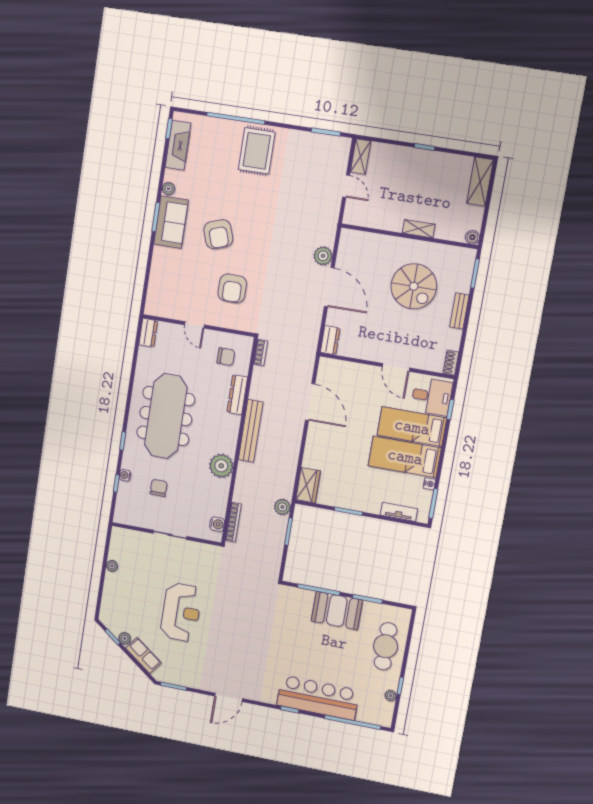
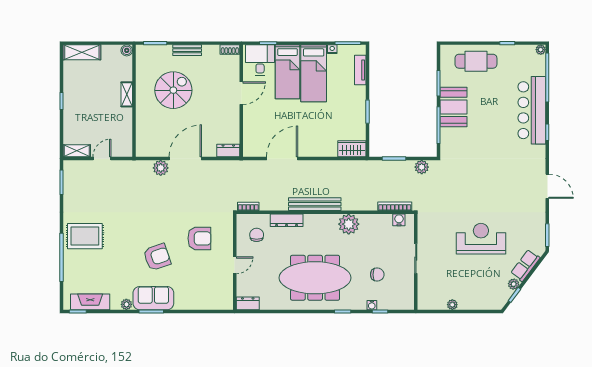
chair: (159, 488) -> (377, 275), turned 180
plant: (282, 507) -> (422, 167), moved
plant: (391, 696) -> (541, 50), moved

